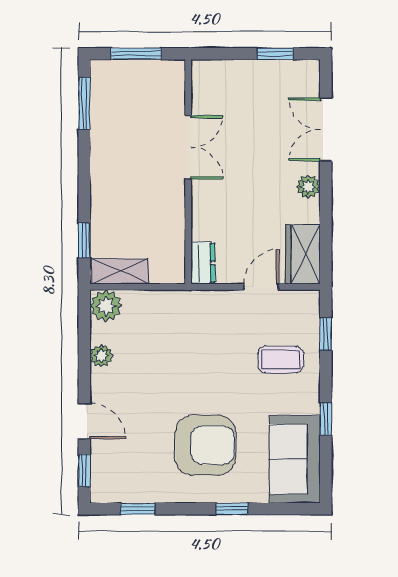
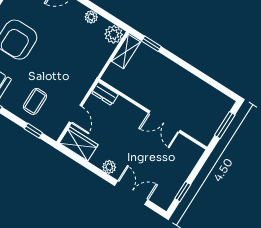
window: (84, 103) -> (217, 85), removed

